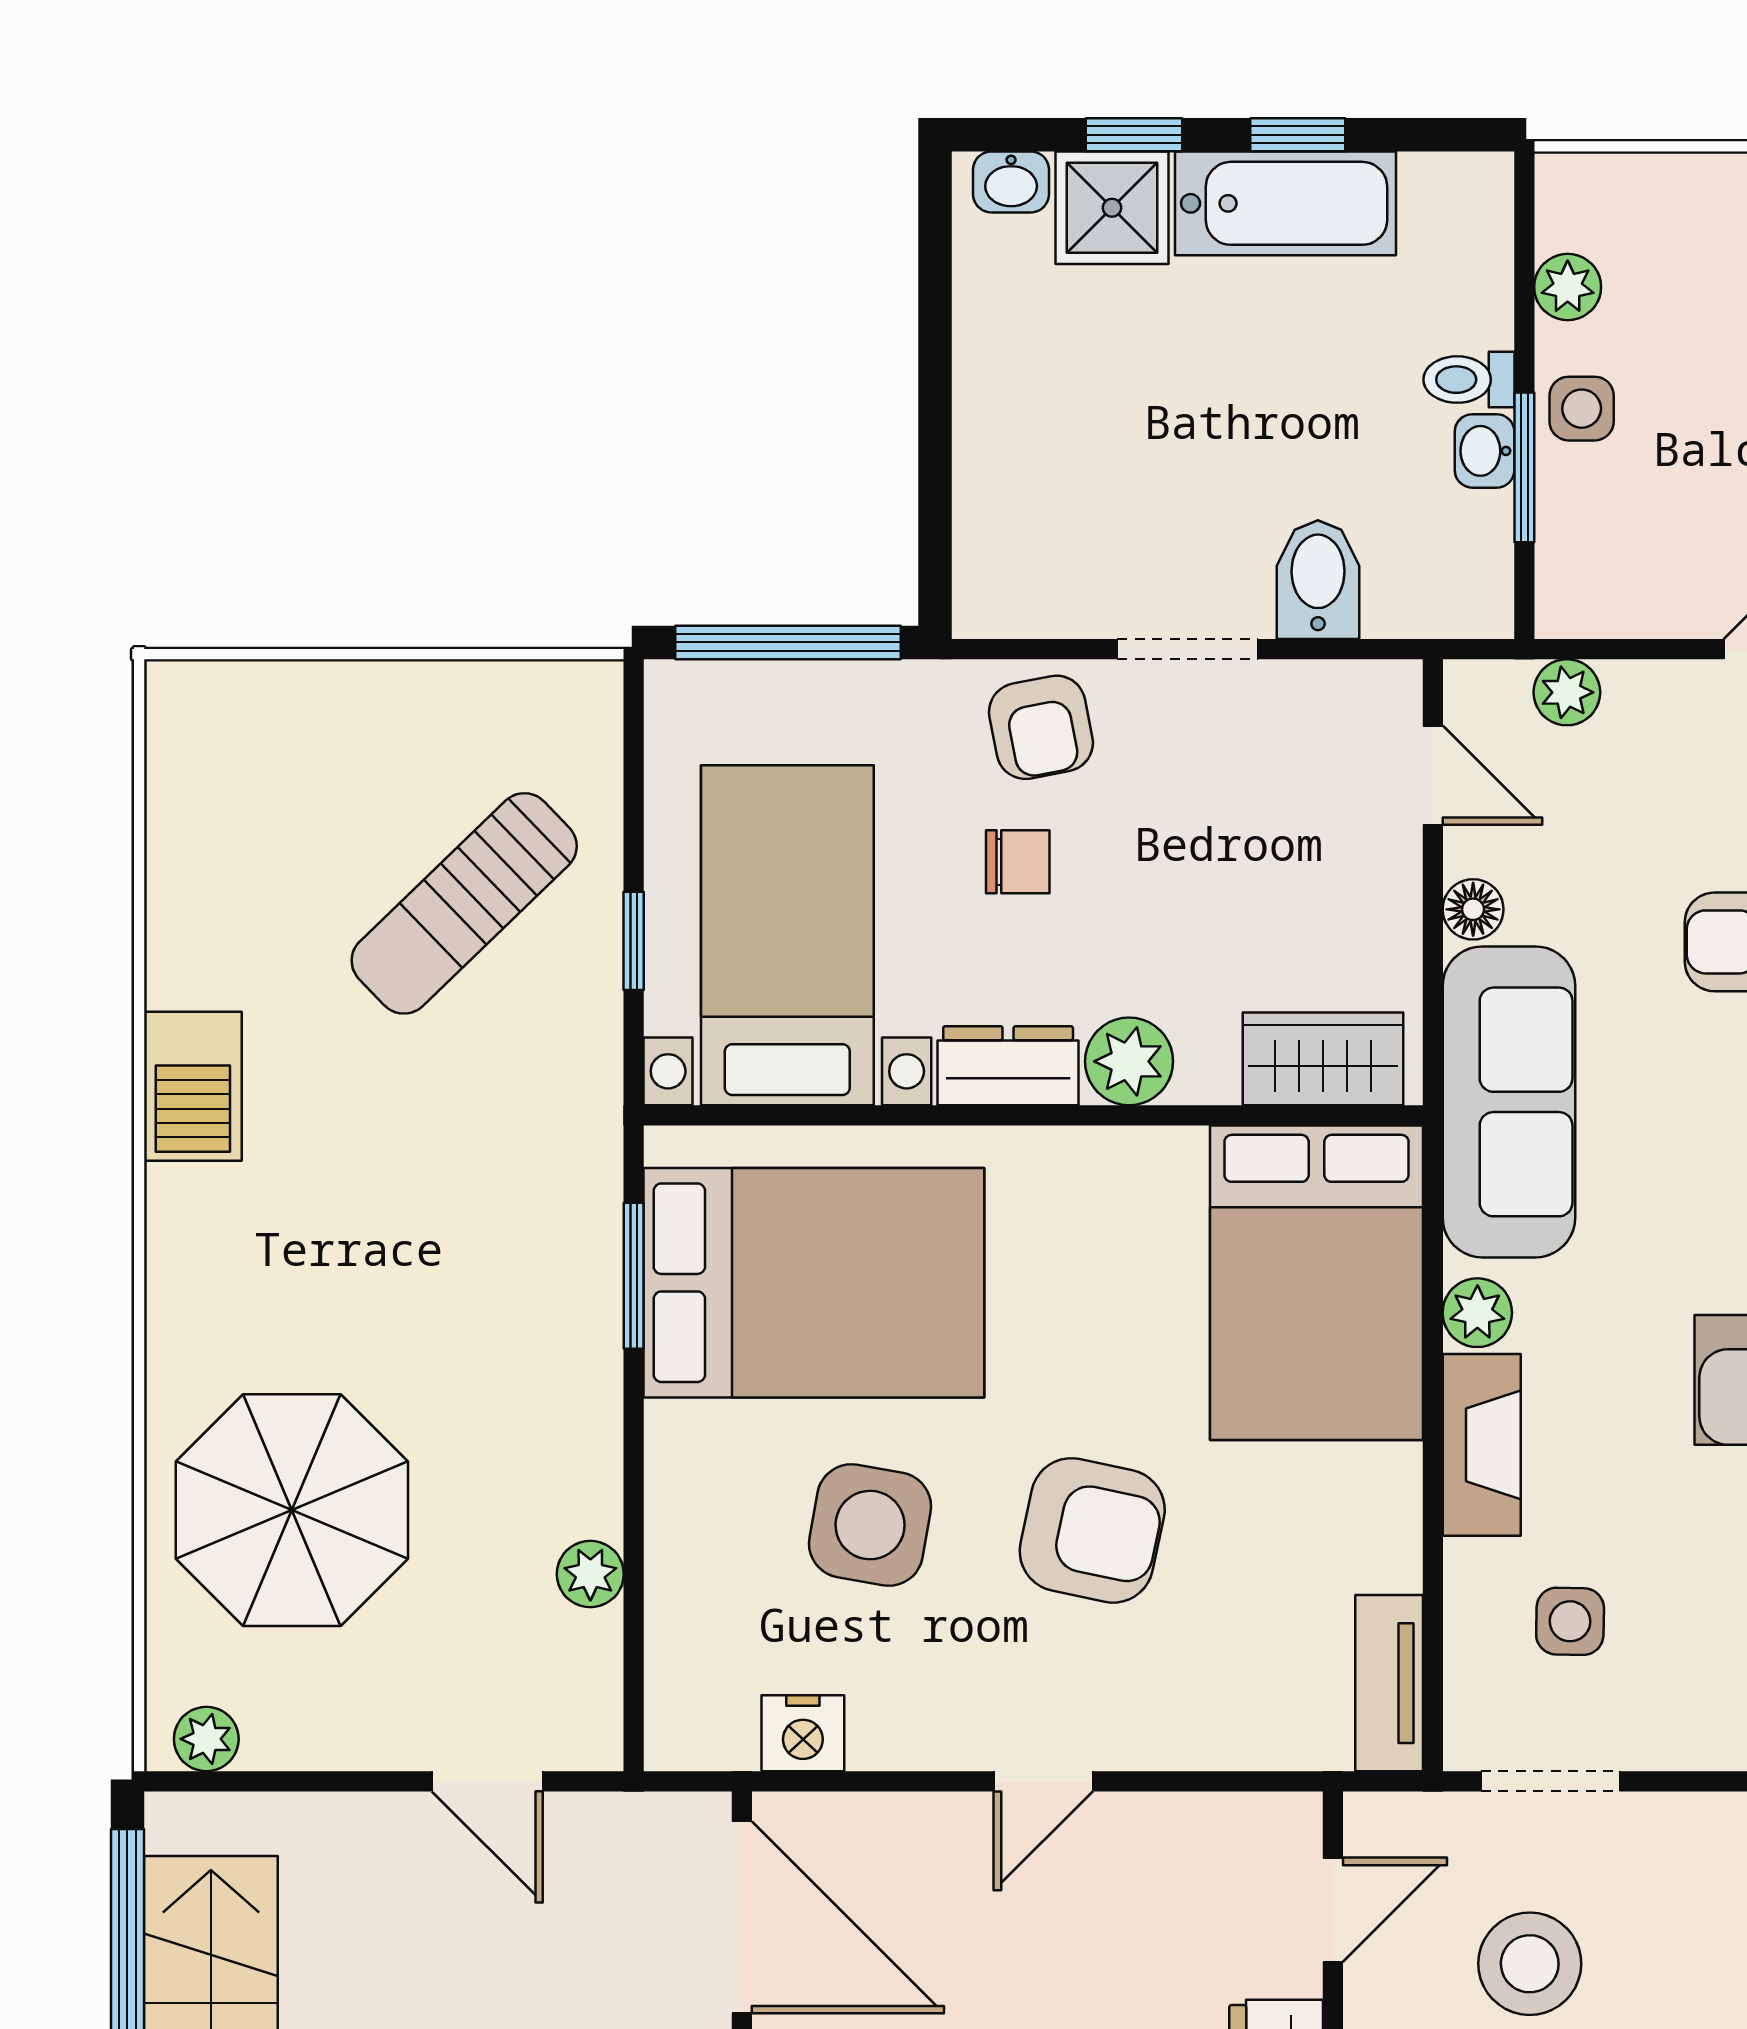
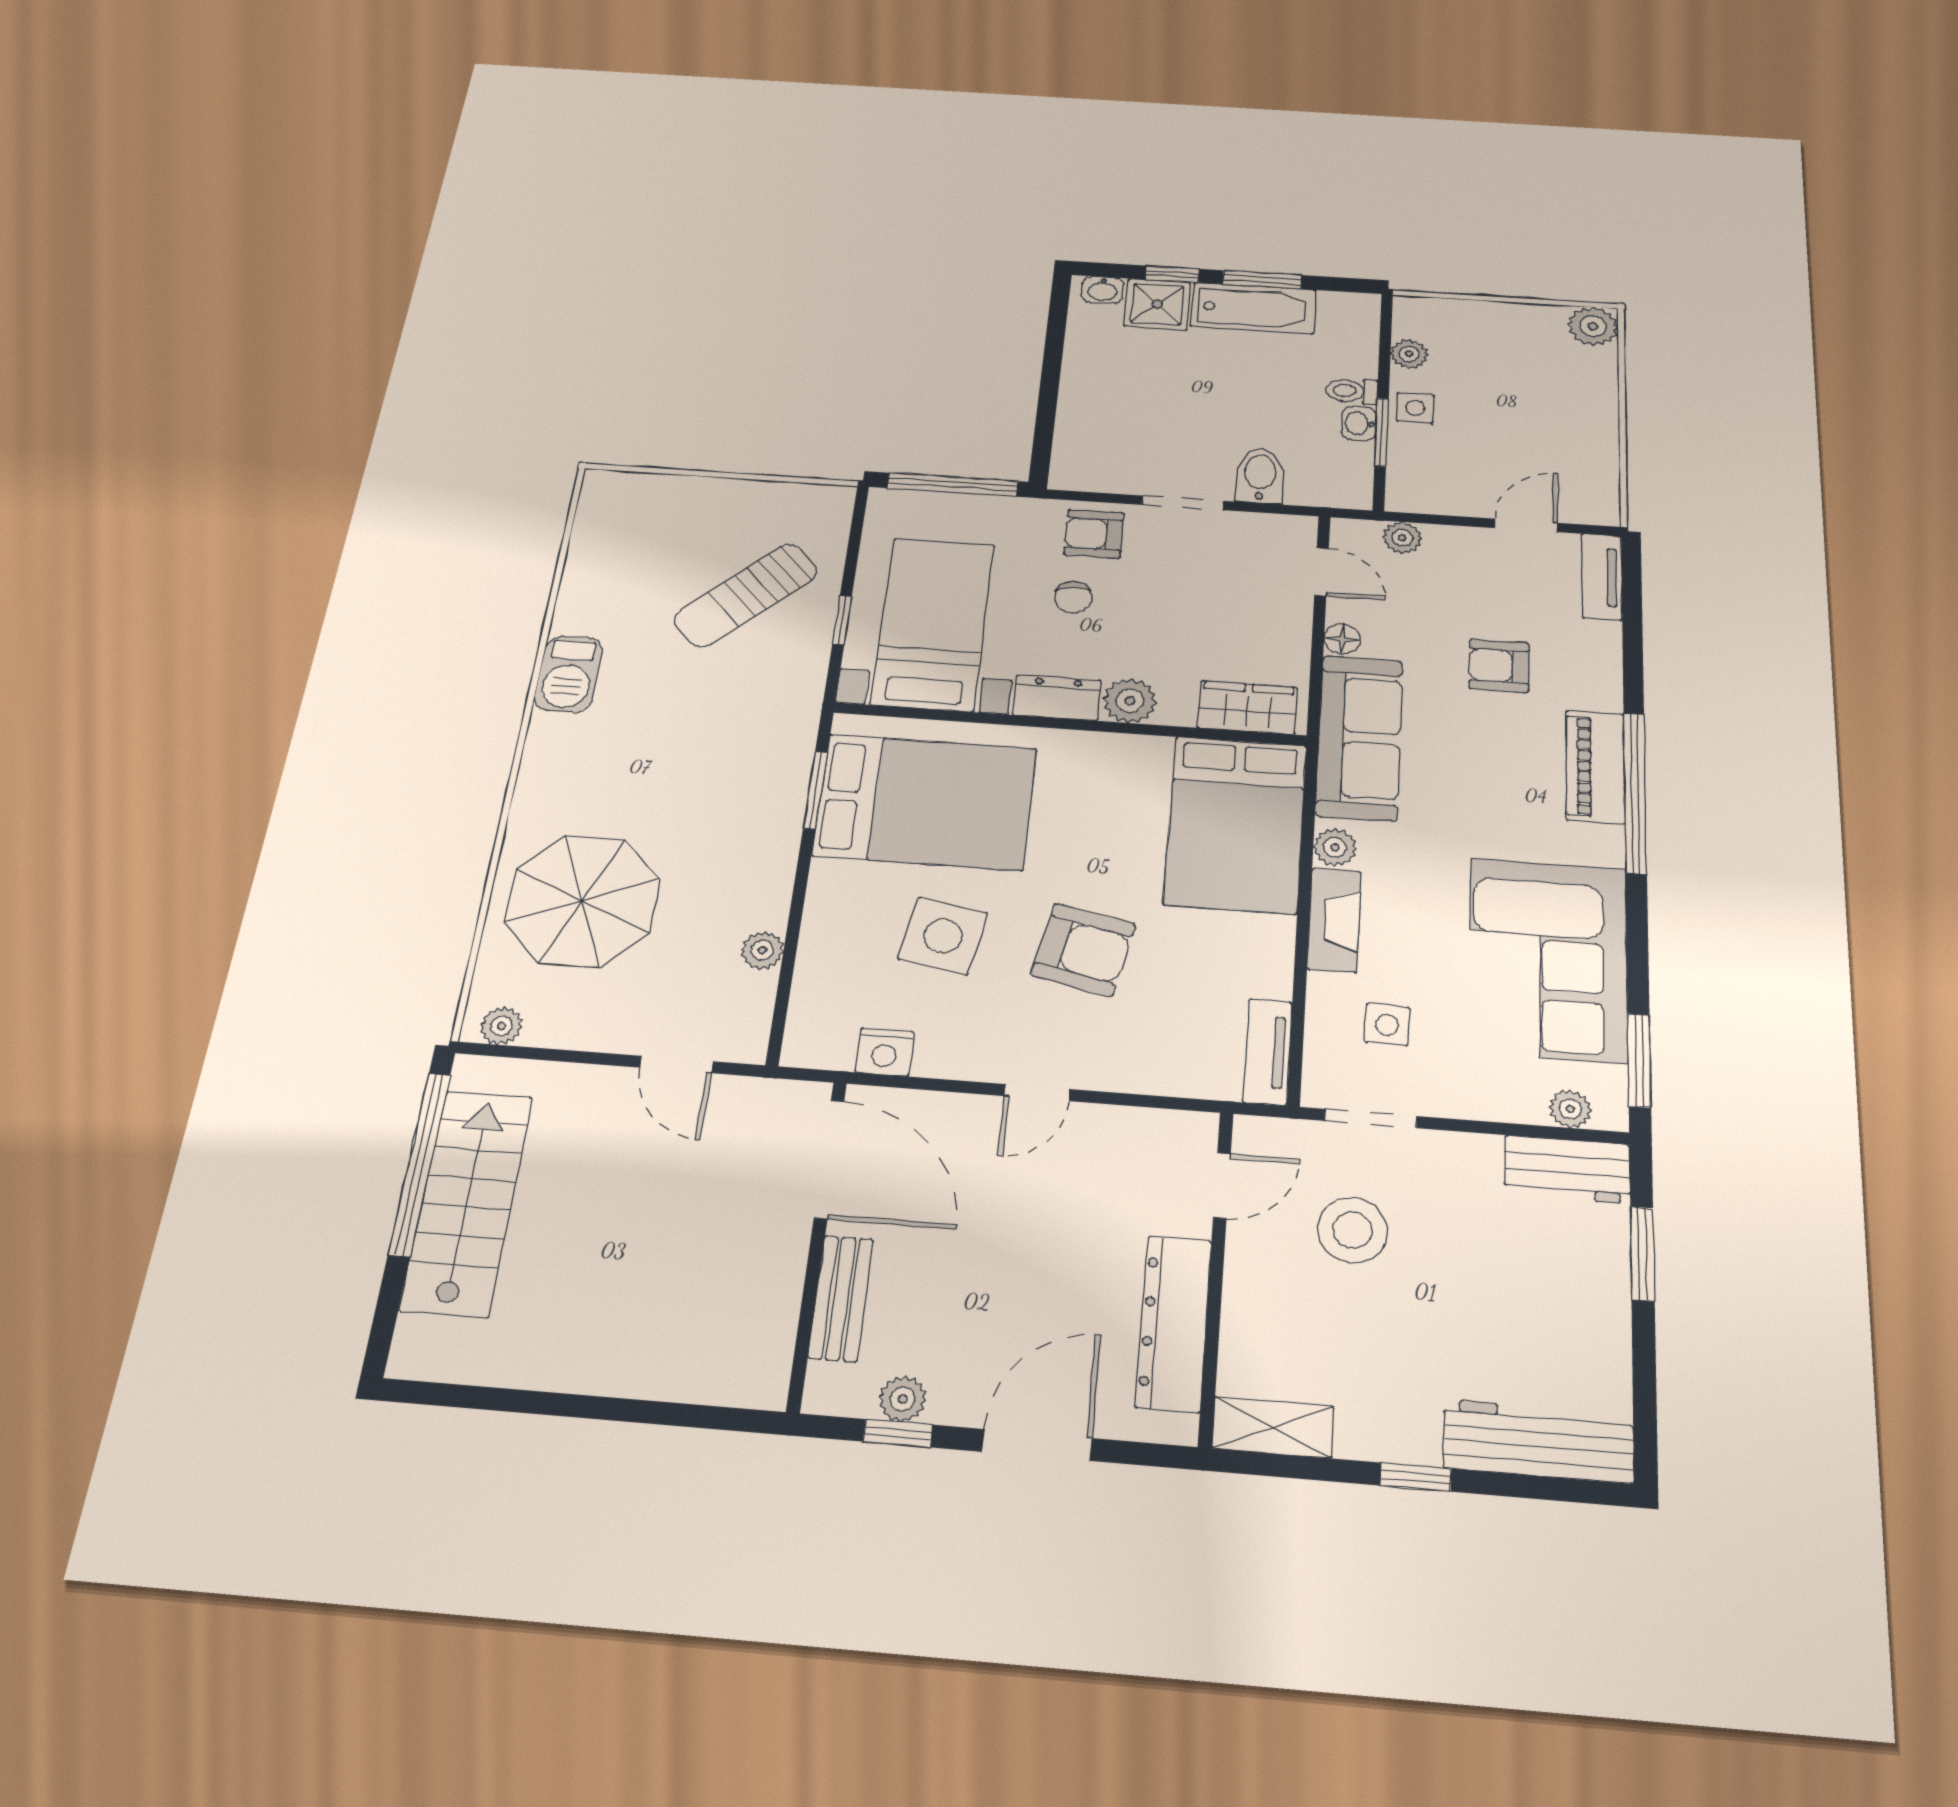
window: (1298, 135) -> (1262, 280), width x1.50
armchair: (1041, 727) -> (1094, 534), turned 101
chair: (1018, 862) -> (1074, 597), turned 83

